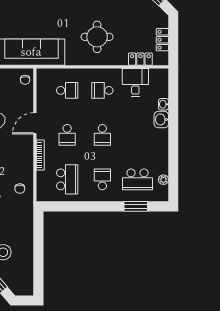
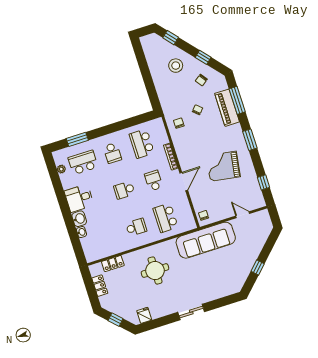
desk: (135, 82) -> (79, 198), moved, turned 90
school desk: (67, 90) -> (166, 218), width x1.85
school desk: (102, 135) -> (124, 190), turned -90

